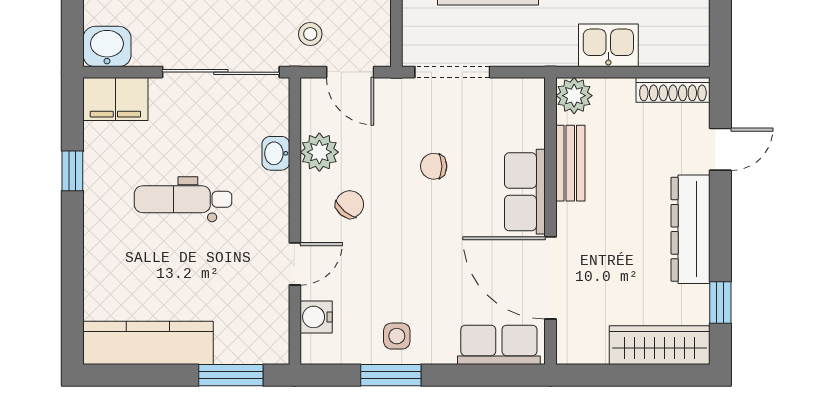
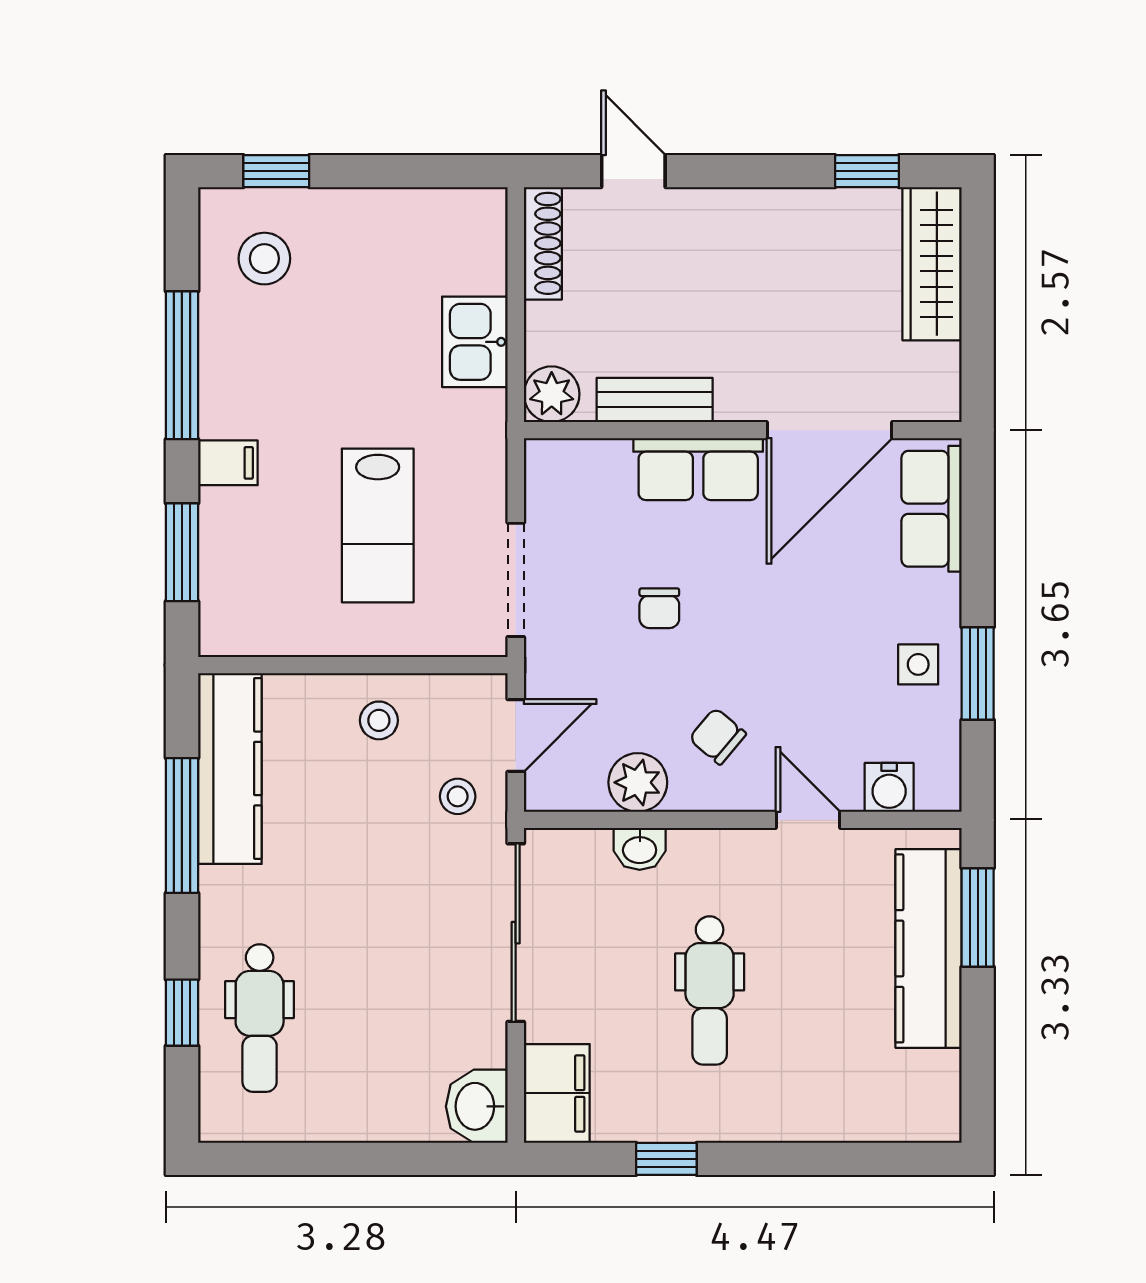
dresser: (690, 229) -> (755, 217), removed
kitchen counter: (148, 343) -> (929, 948), moved

